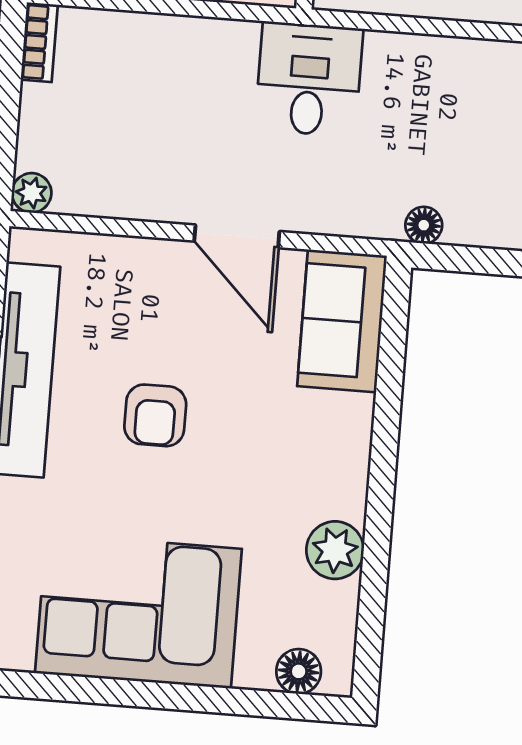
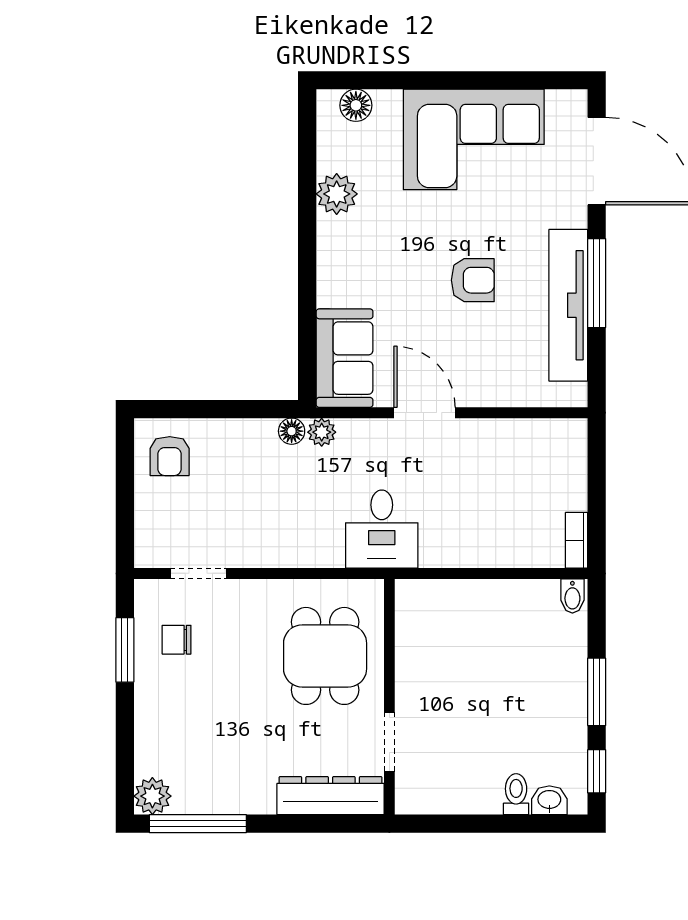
plant: (32, 193) -> (322, 432), moved
armchair: (155, 415) -> (473, 280), turned 90

